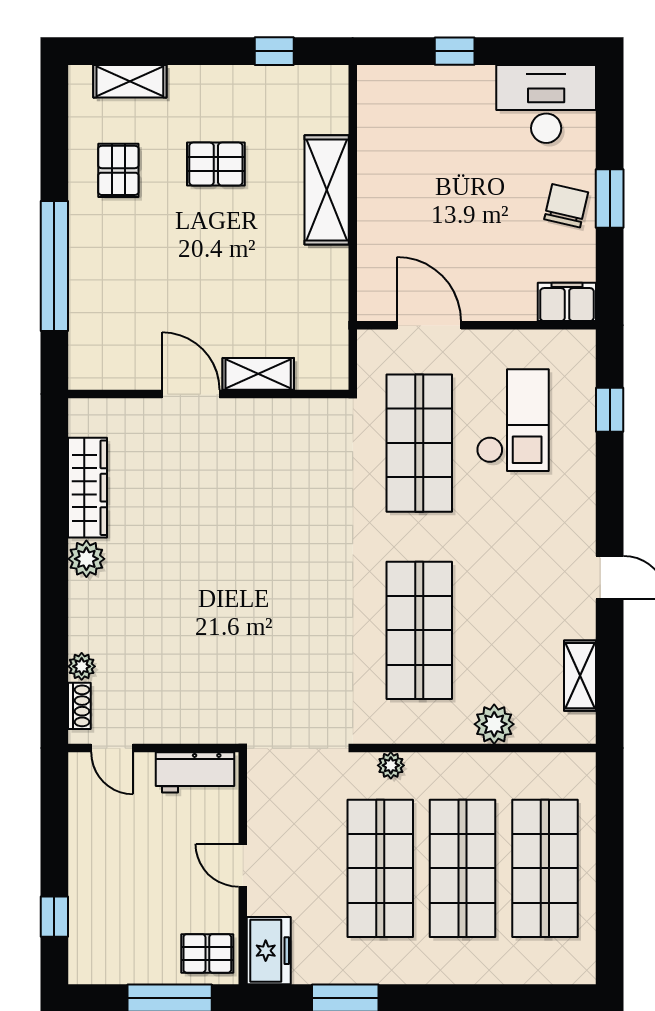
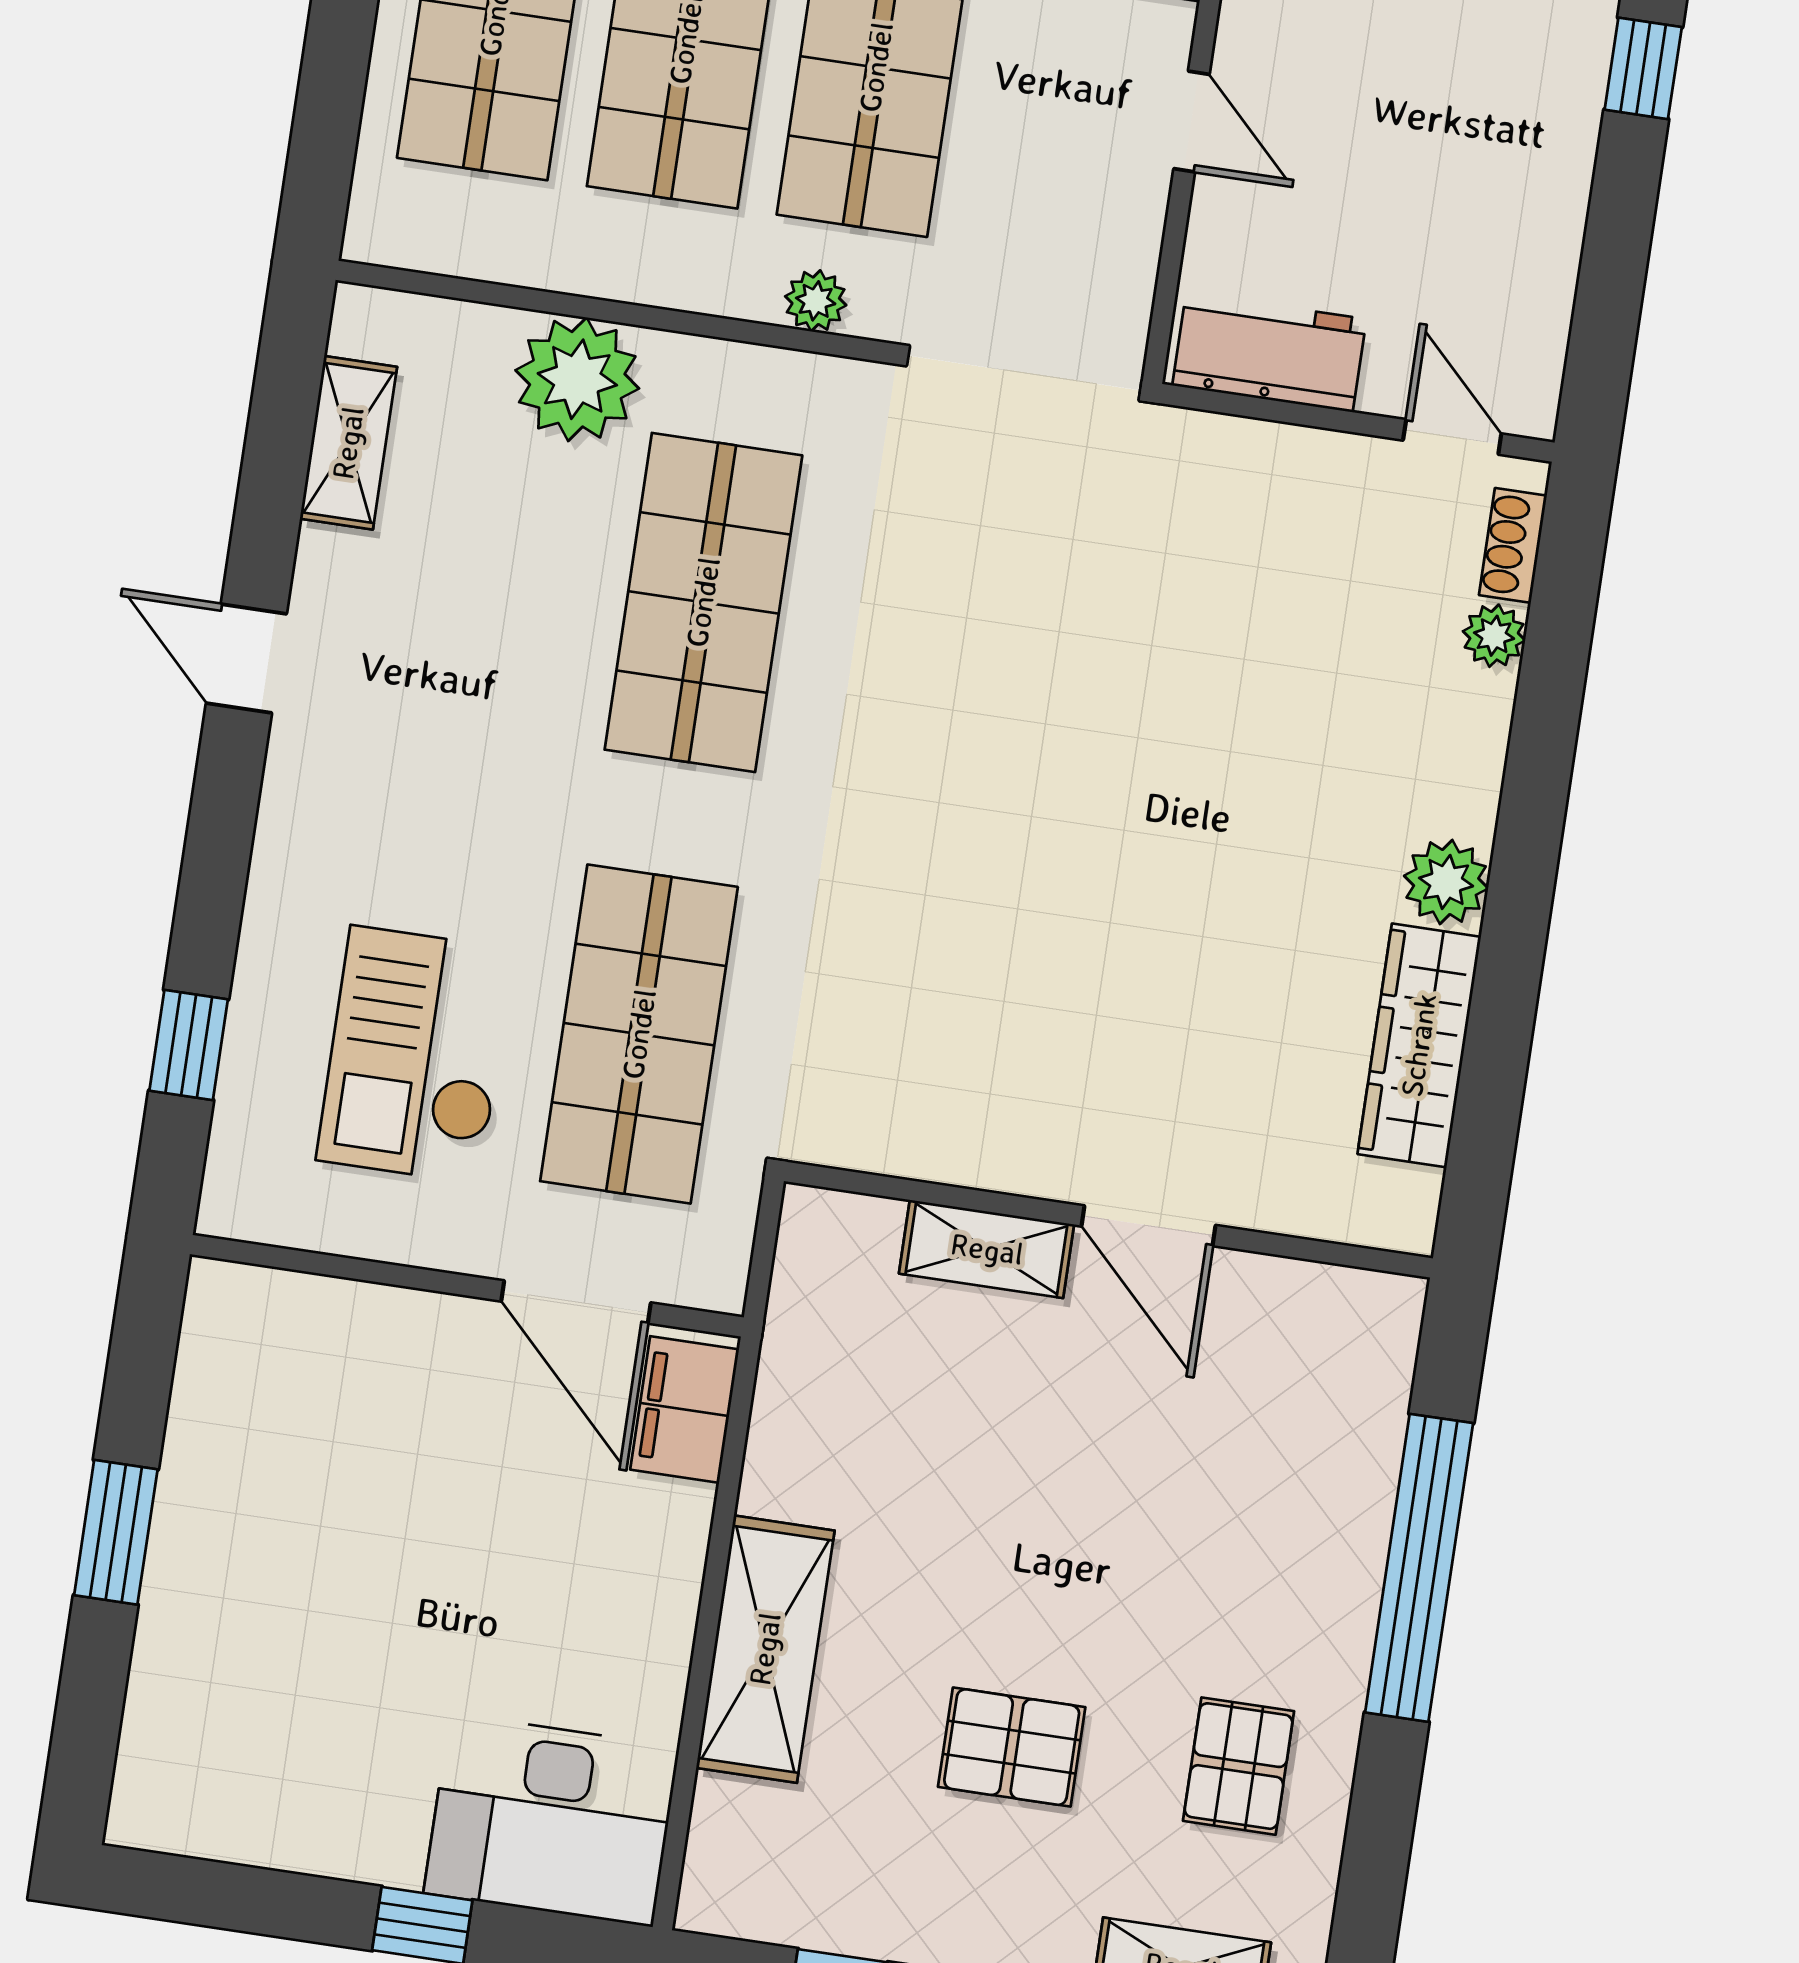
desk: (546, 104) -> (551, 1820), moved
chair: (566, 206) -> (219, 1530), removed
filing cabinet: (567, 302) -> (685, 1409), moved, turned 90
plant: (494, 724) -> (577, 379), width x1.36, depth x1.36

